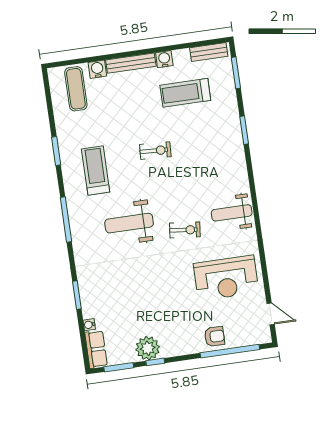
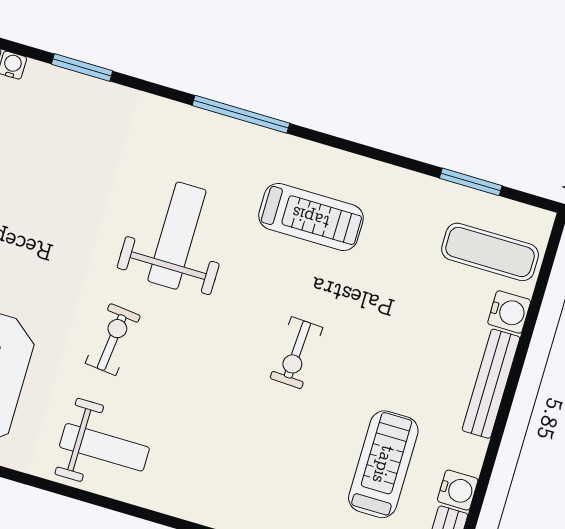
water cooler: (164, 59) -> (458, 490), moved
window: (56, 151) -> (471, 182), moved
weight bench: (232, 213) -> (104, 447), turned 90
exercise bike: (185, 230) -> (113, 339), turned 180

